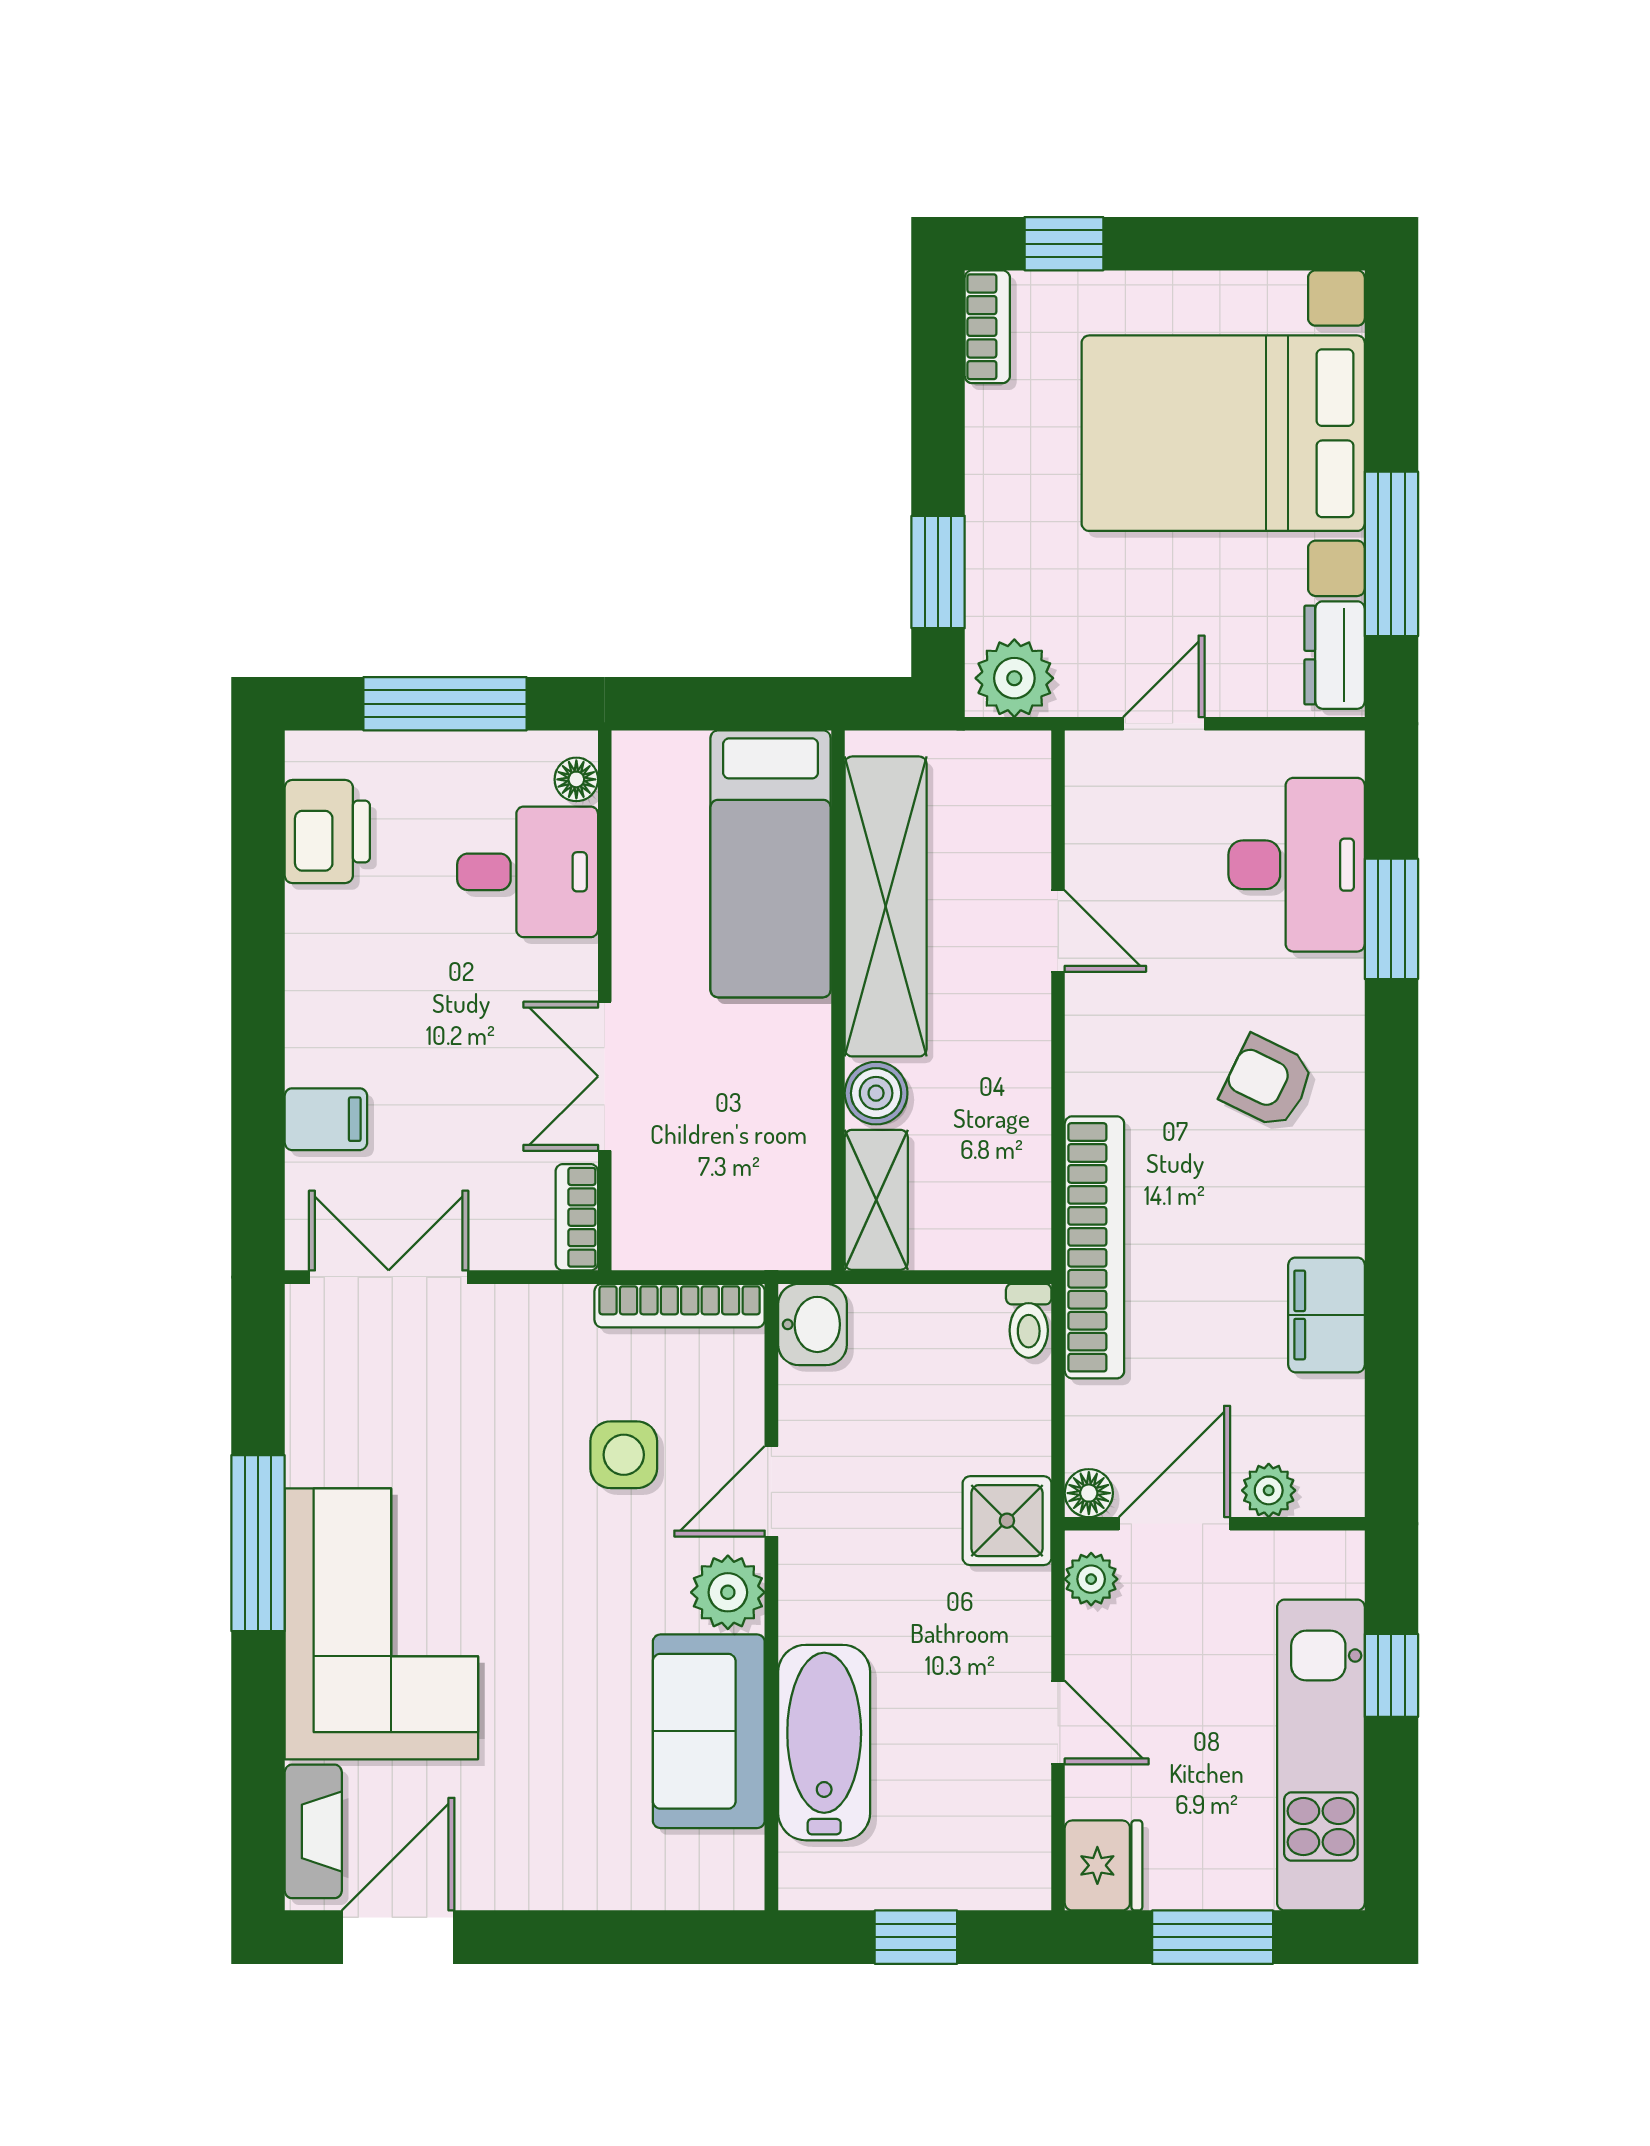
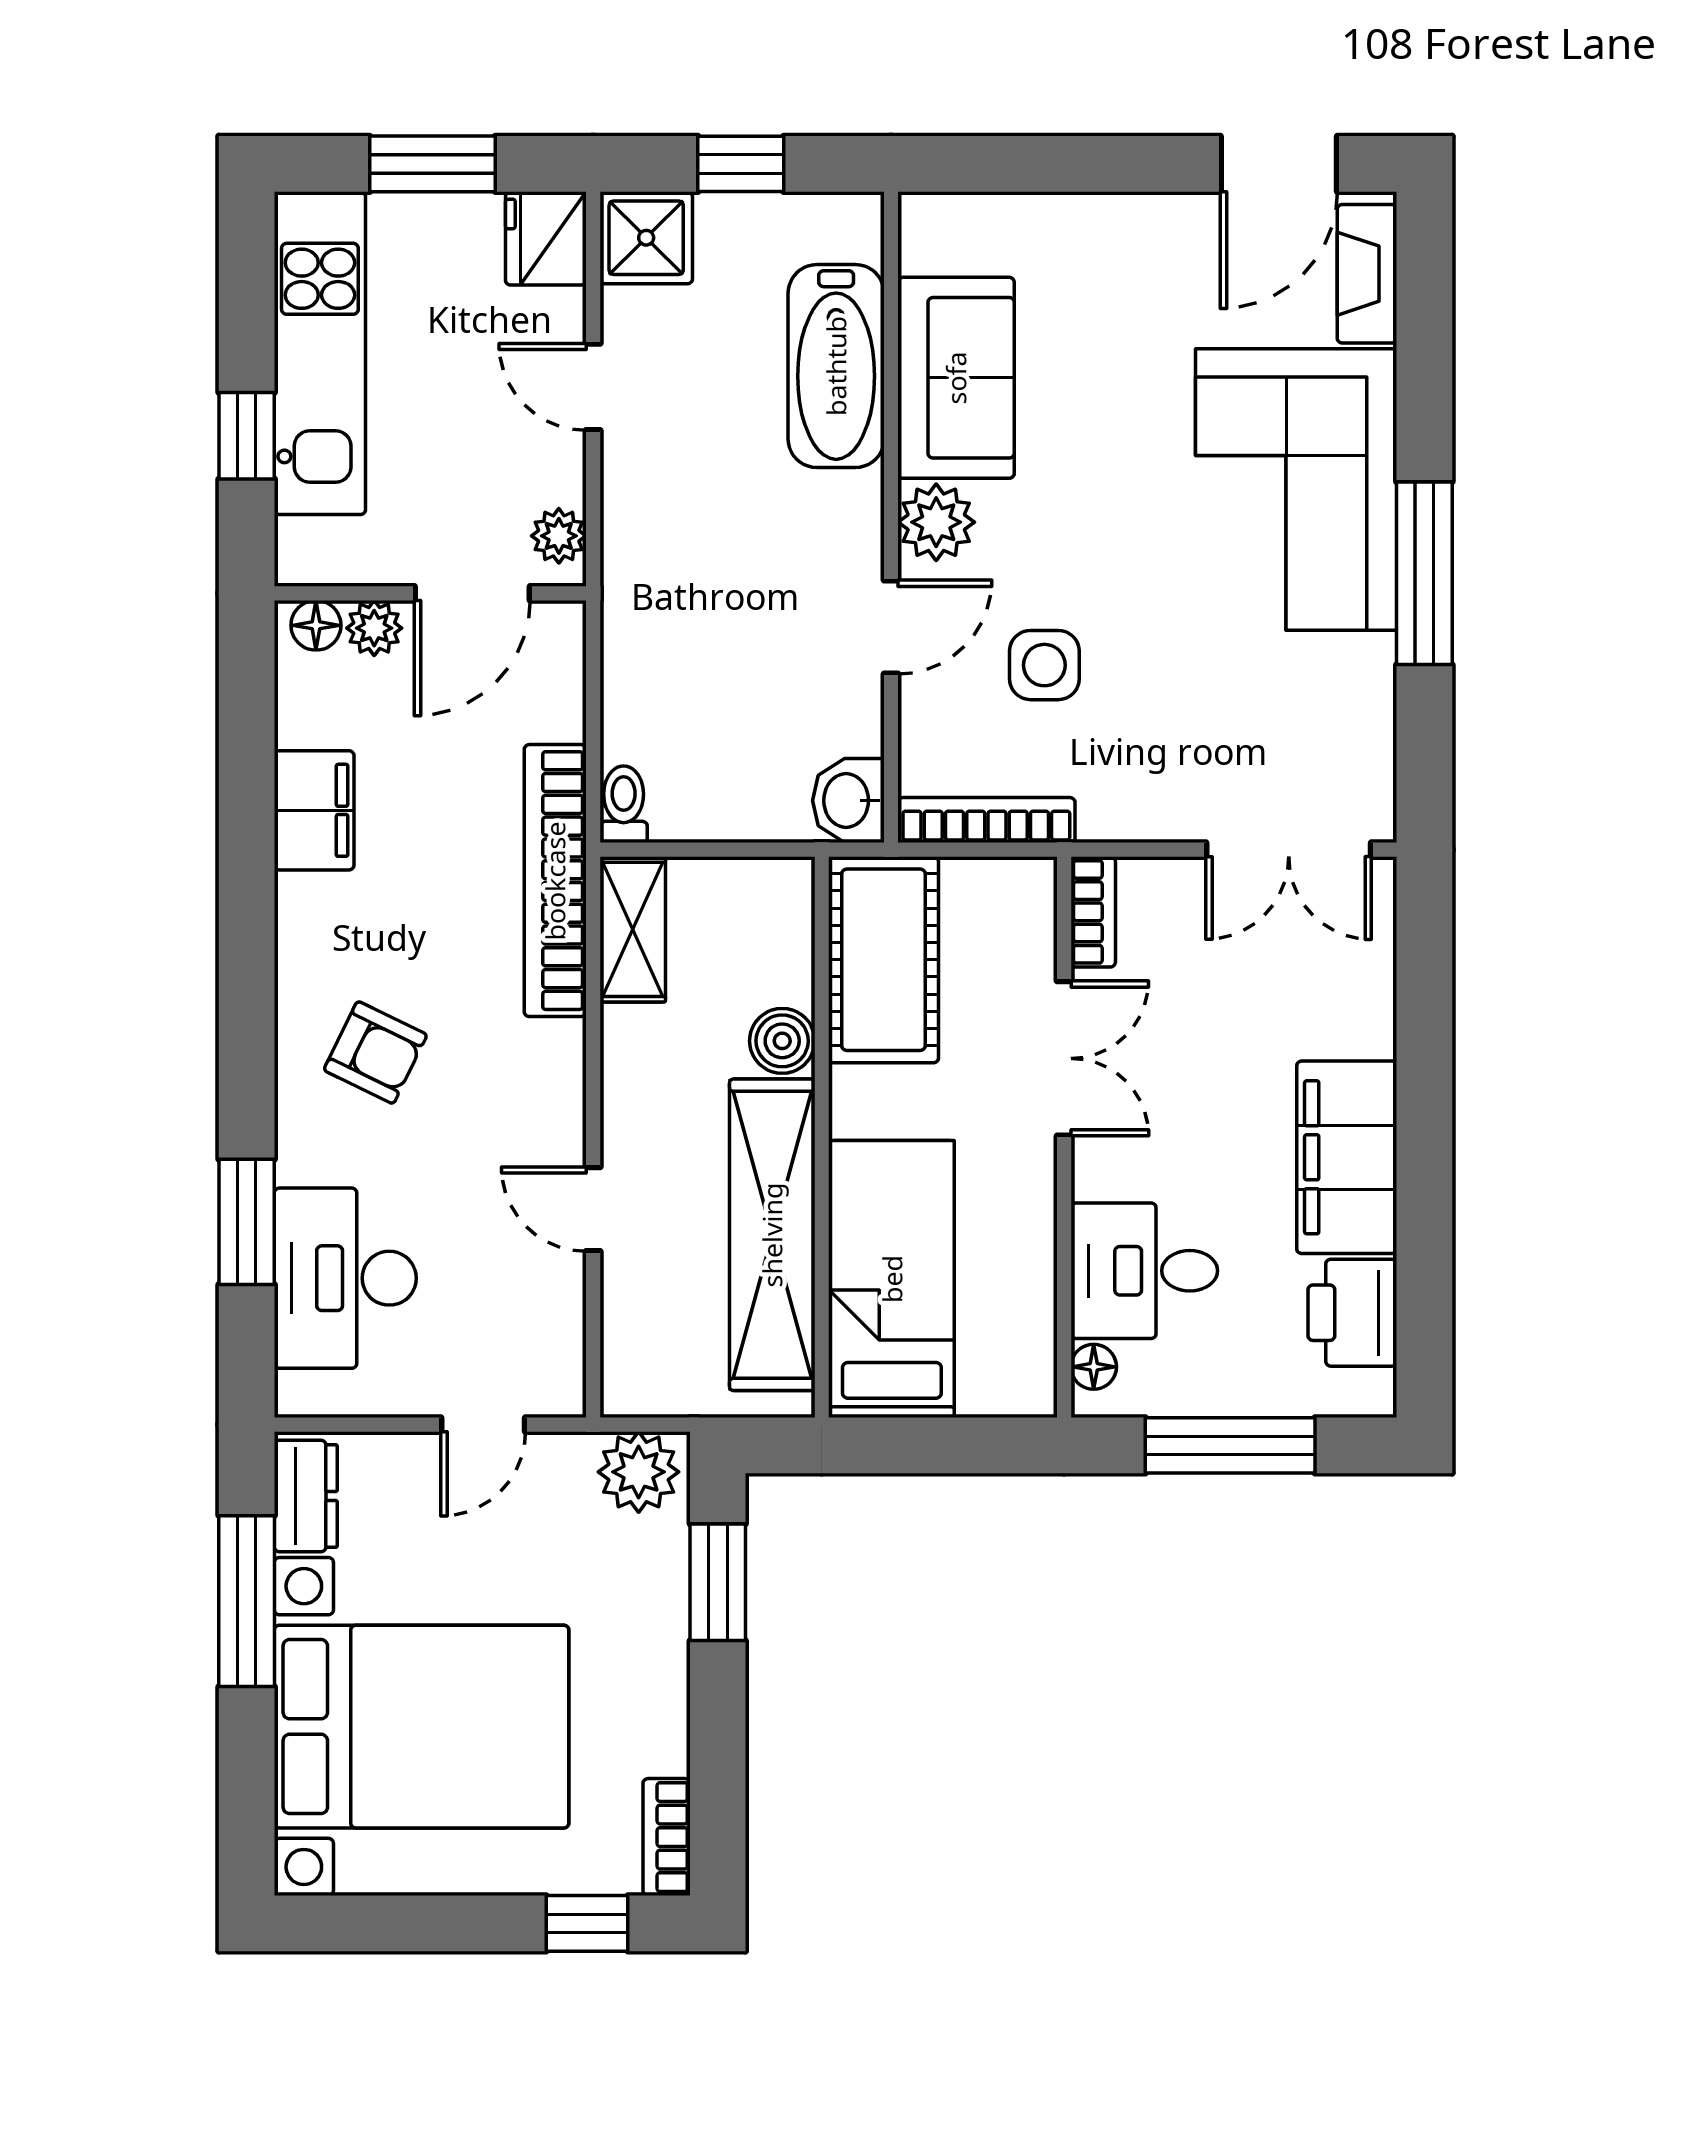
filing cabinet: (326, 1119) -> (1347, 1157), moved, width x3.00, depth x1.17
cot: (779, 1171) -> (883, 960), added
shelving: (876, 1200) -> (633, 929), moved
floor lamp: (1089, 1493) -> (316, 625), moved
shower: (1007, 1521) -> (646, 238), moved

